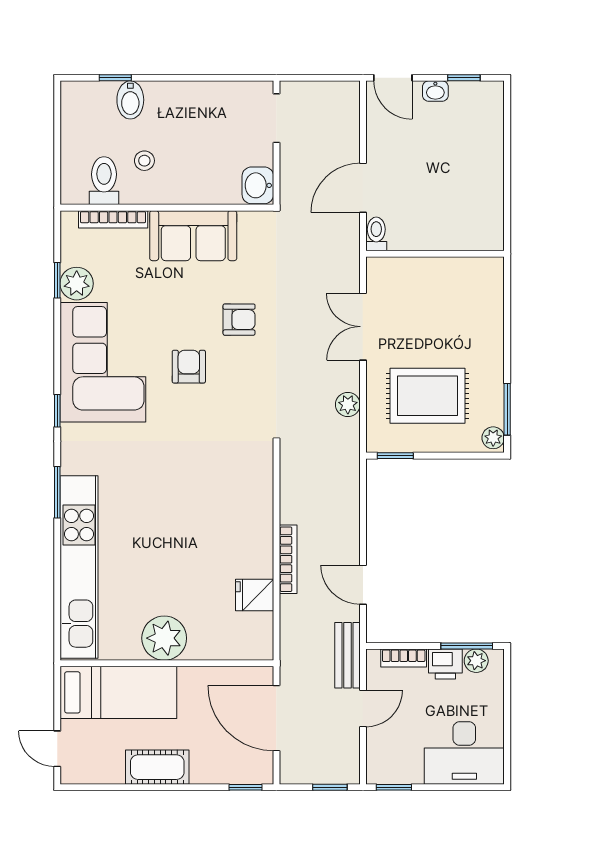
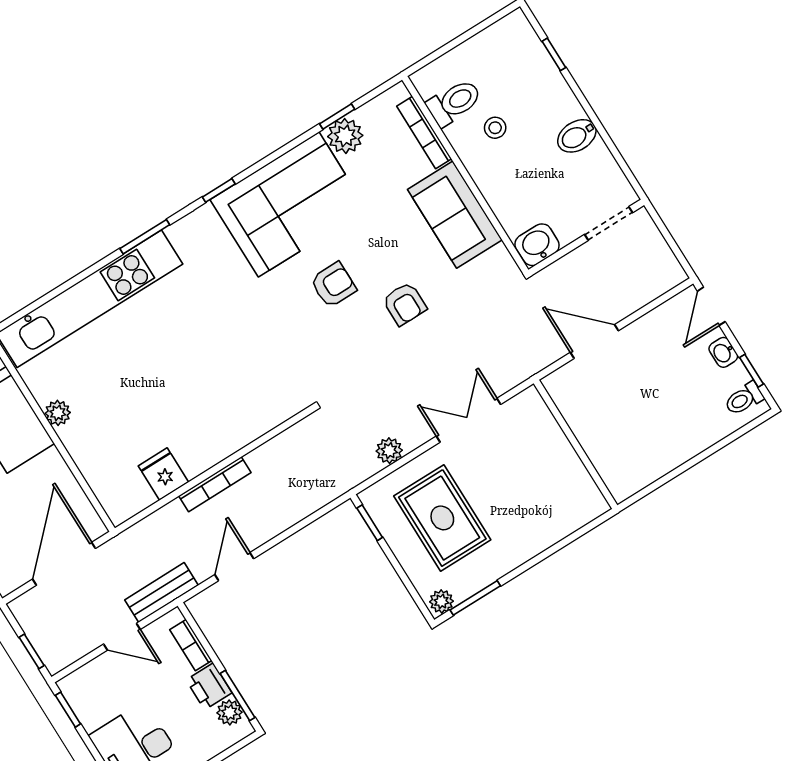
bidet: (130, 100) -> (577, 136), moved
toilet: (376, 234) -> (744, 399), moved, turned 180
plant: (164, 638) -> (58, 413), width x0.53, depth x0.53

